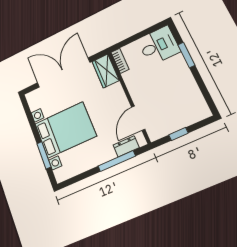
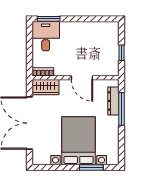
window: (186, 55) -> (49, 19), moved
door: (138, 118) -> (82, 78), moved
dresser: (126, 146) -> (113, 101), width x1.44

